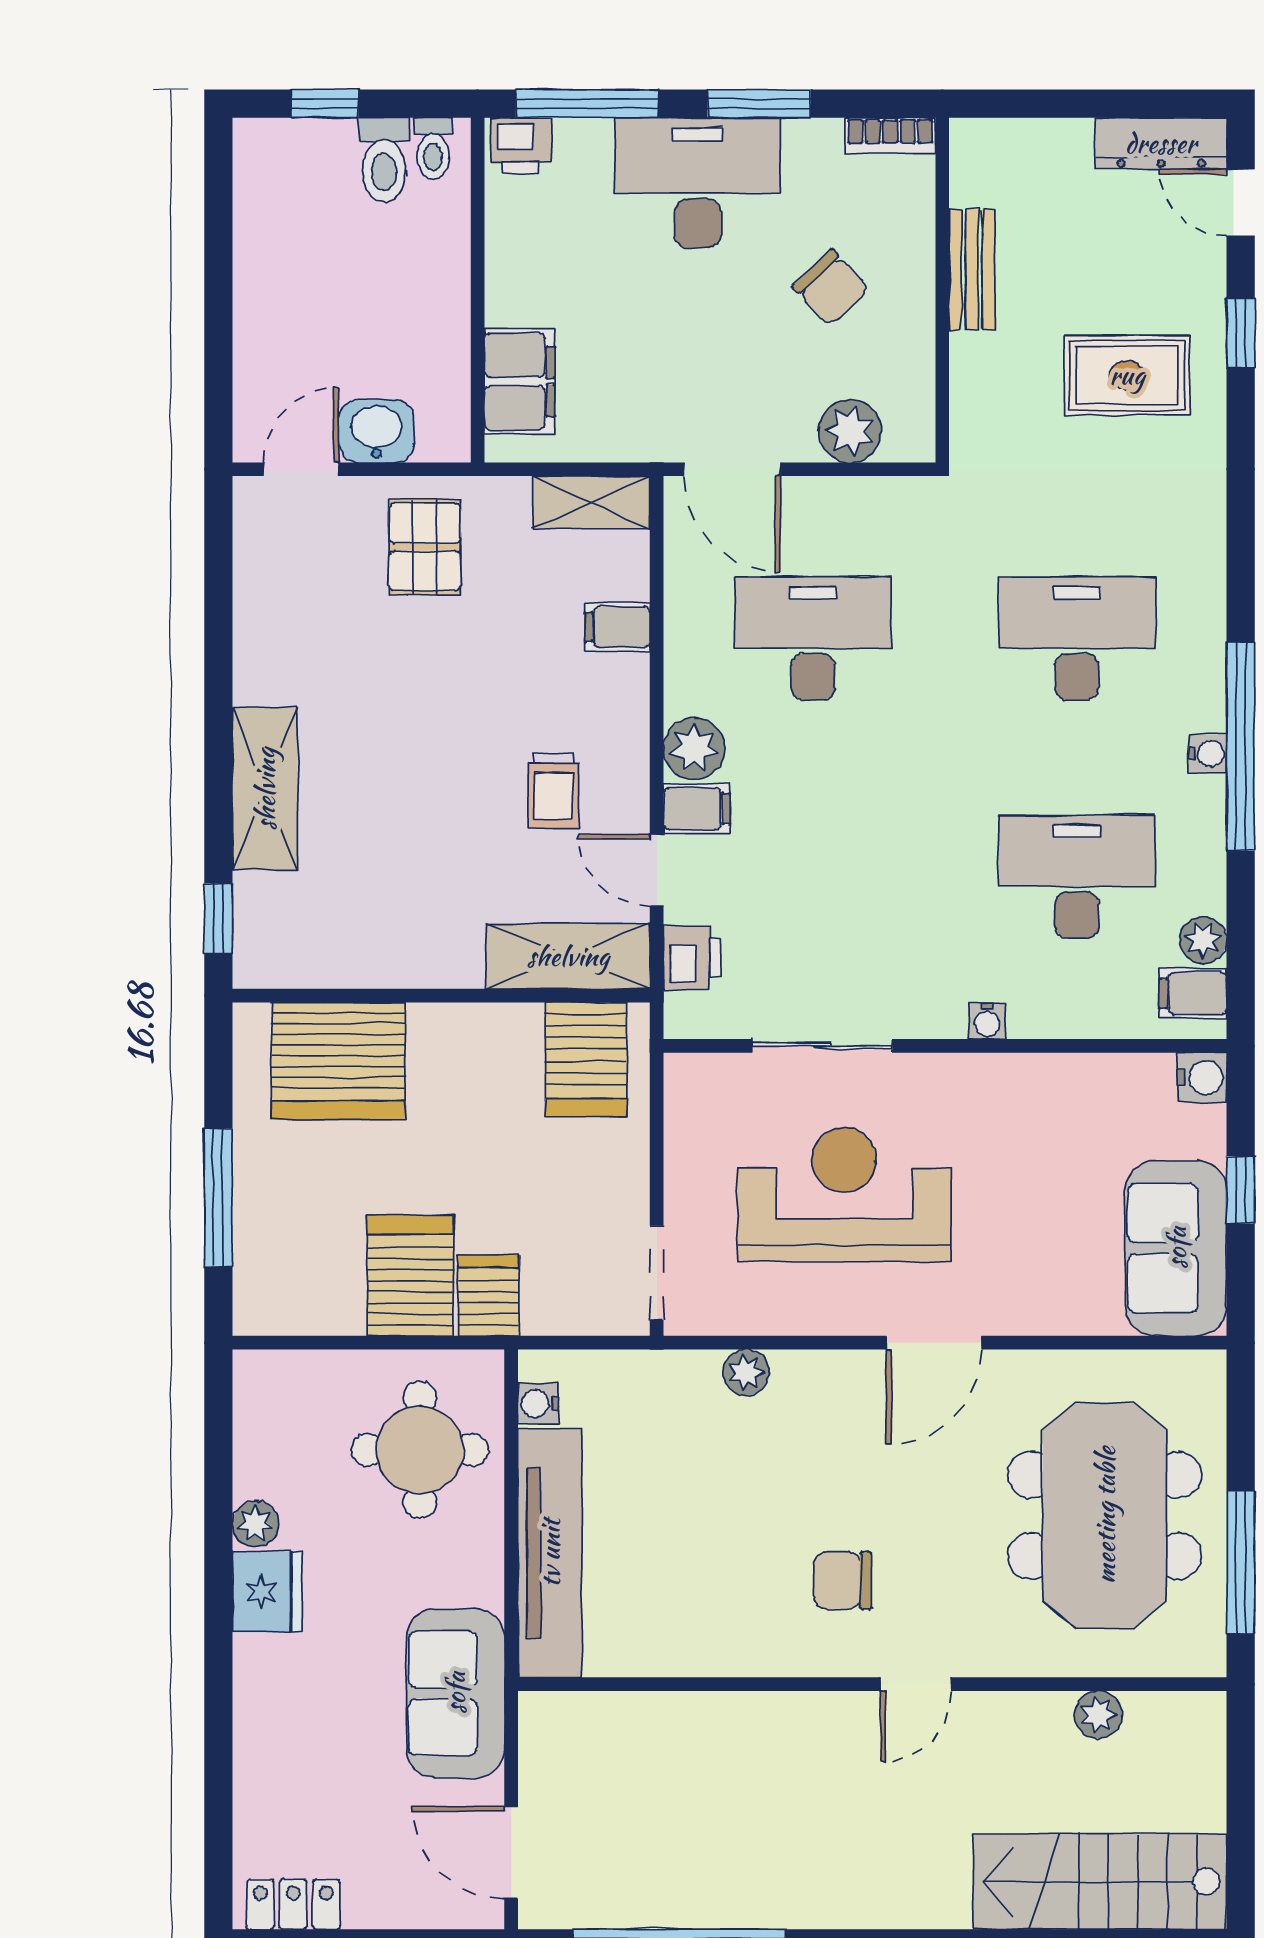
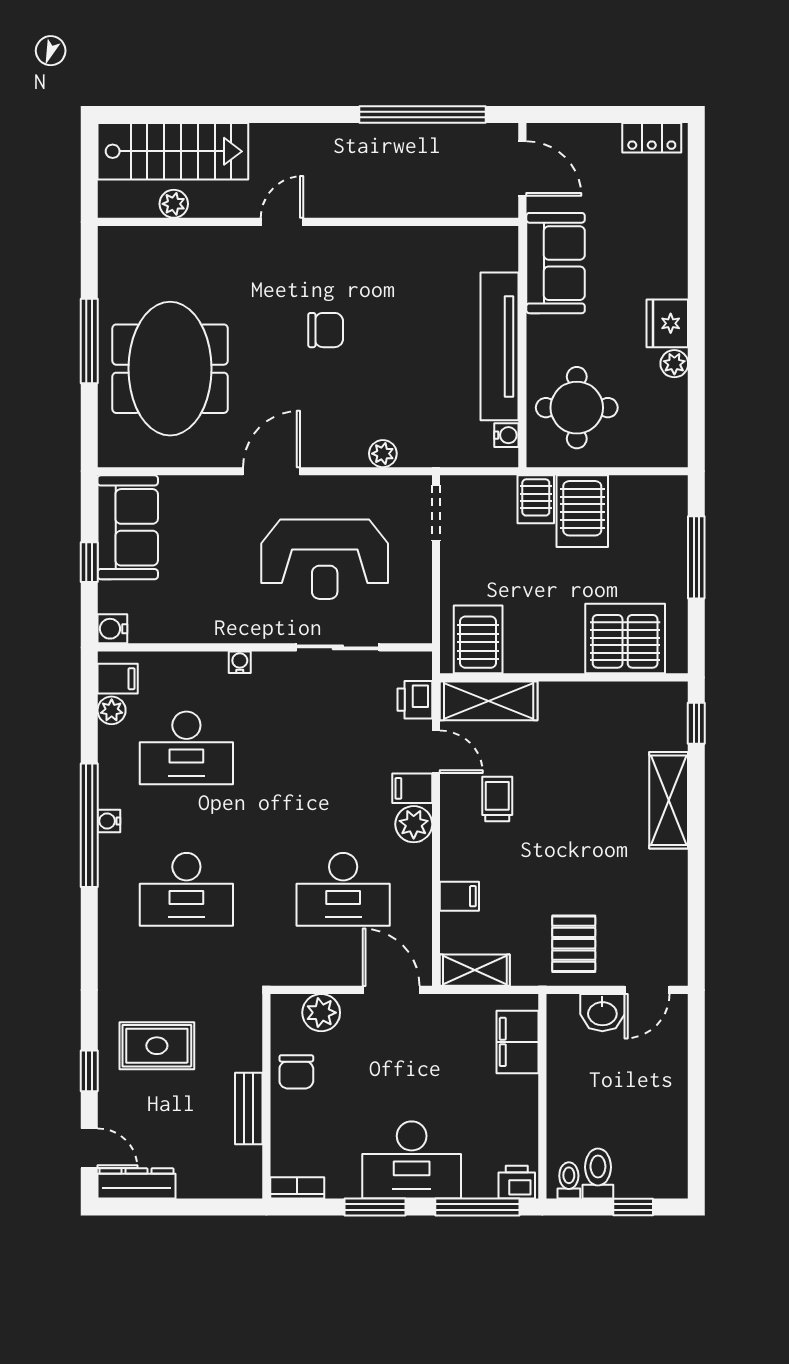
chair: (831, 288) -> (296, 1072), moved, turned -137
wall: (872, 1684) -> (308, 222), moved
door: (916, 1684) -> (282, 222), moved
plant: (1098, 1715) -> (174, 204), moved

